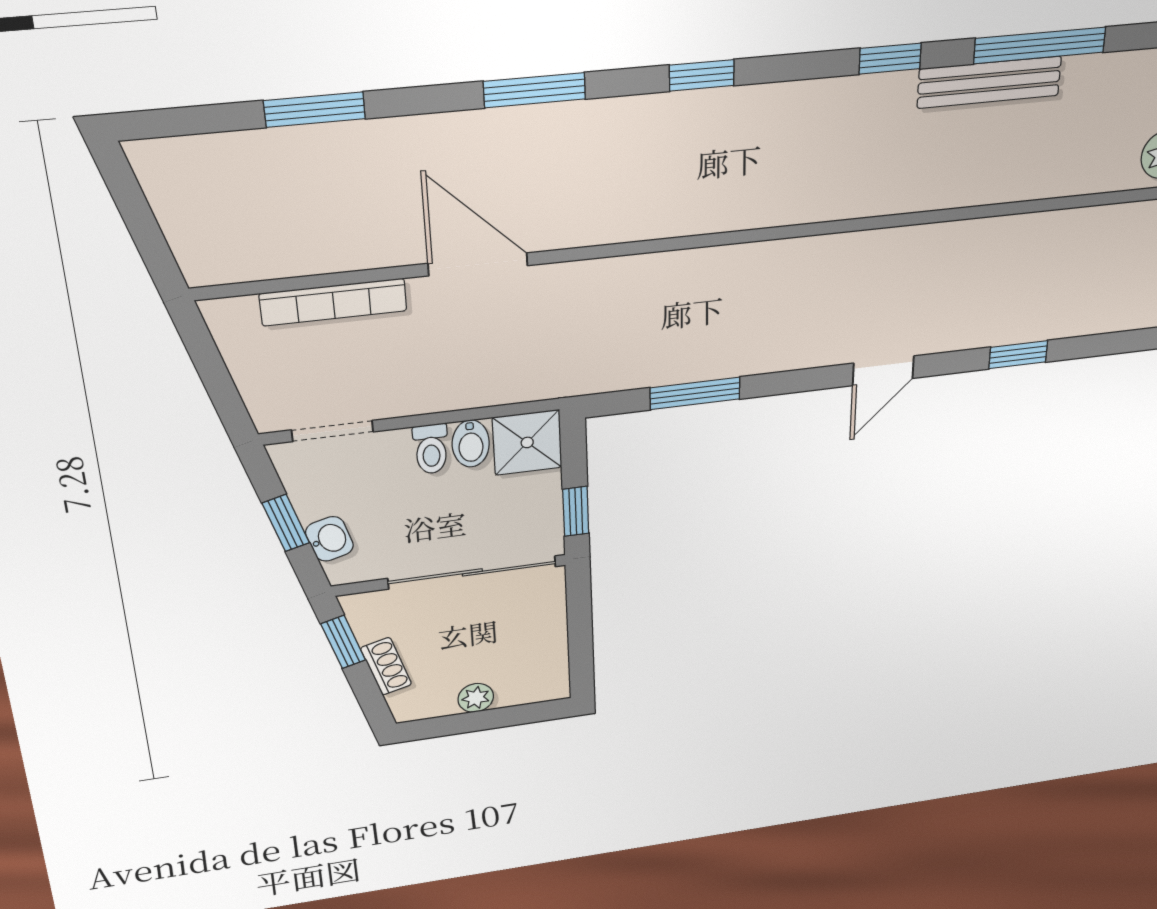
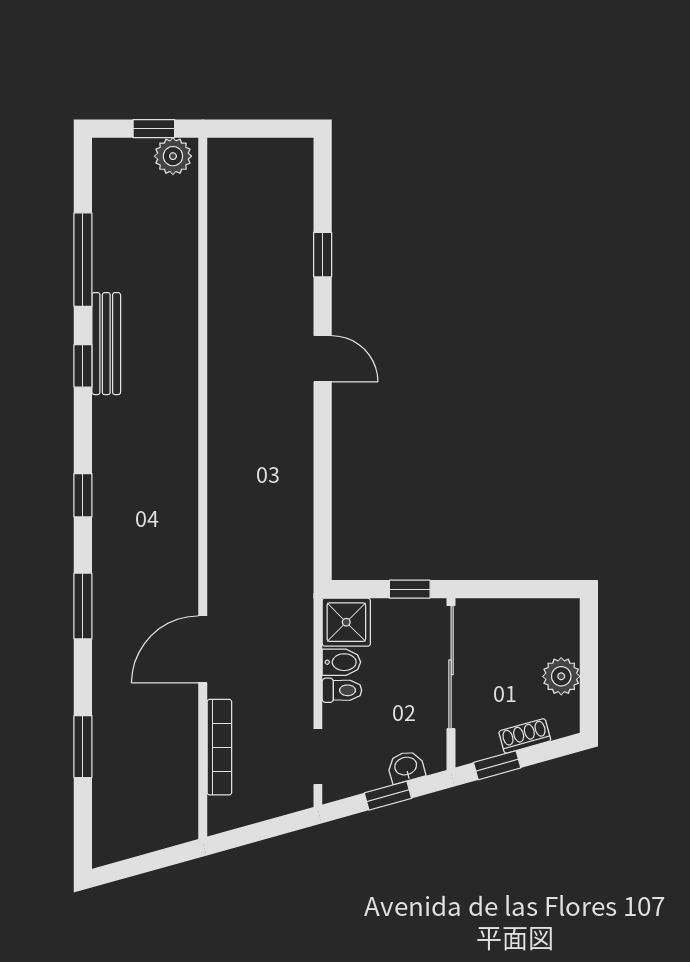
bench: (989, 82) -> (106, 344), moved
window: (695, 393) -> (323, 500), removed
plant: (476, 698) -> (561, 676), width x1.38, depth x1.38

